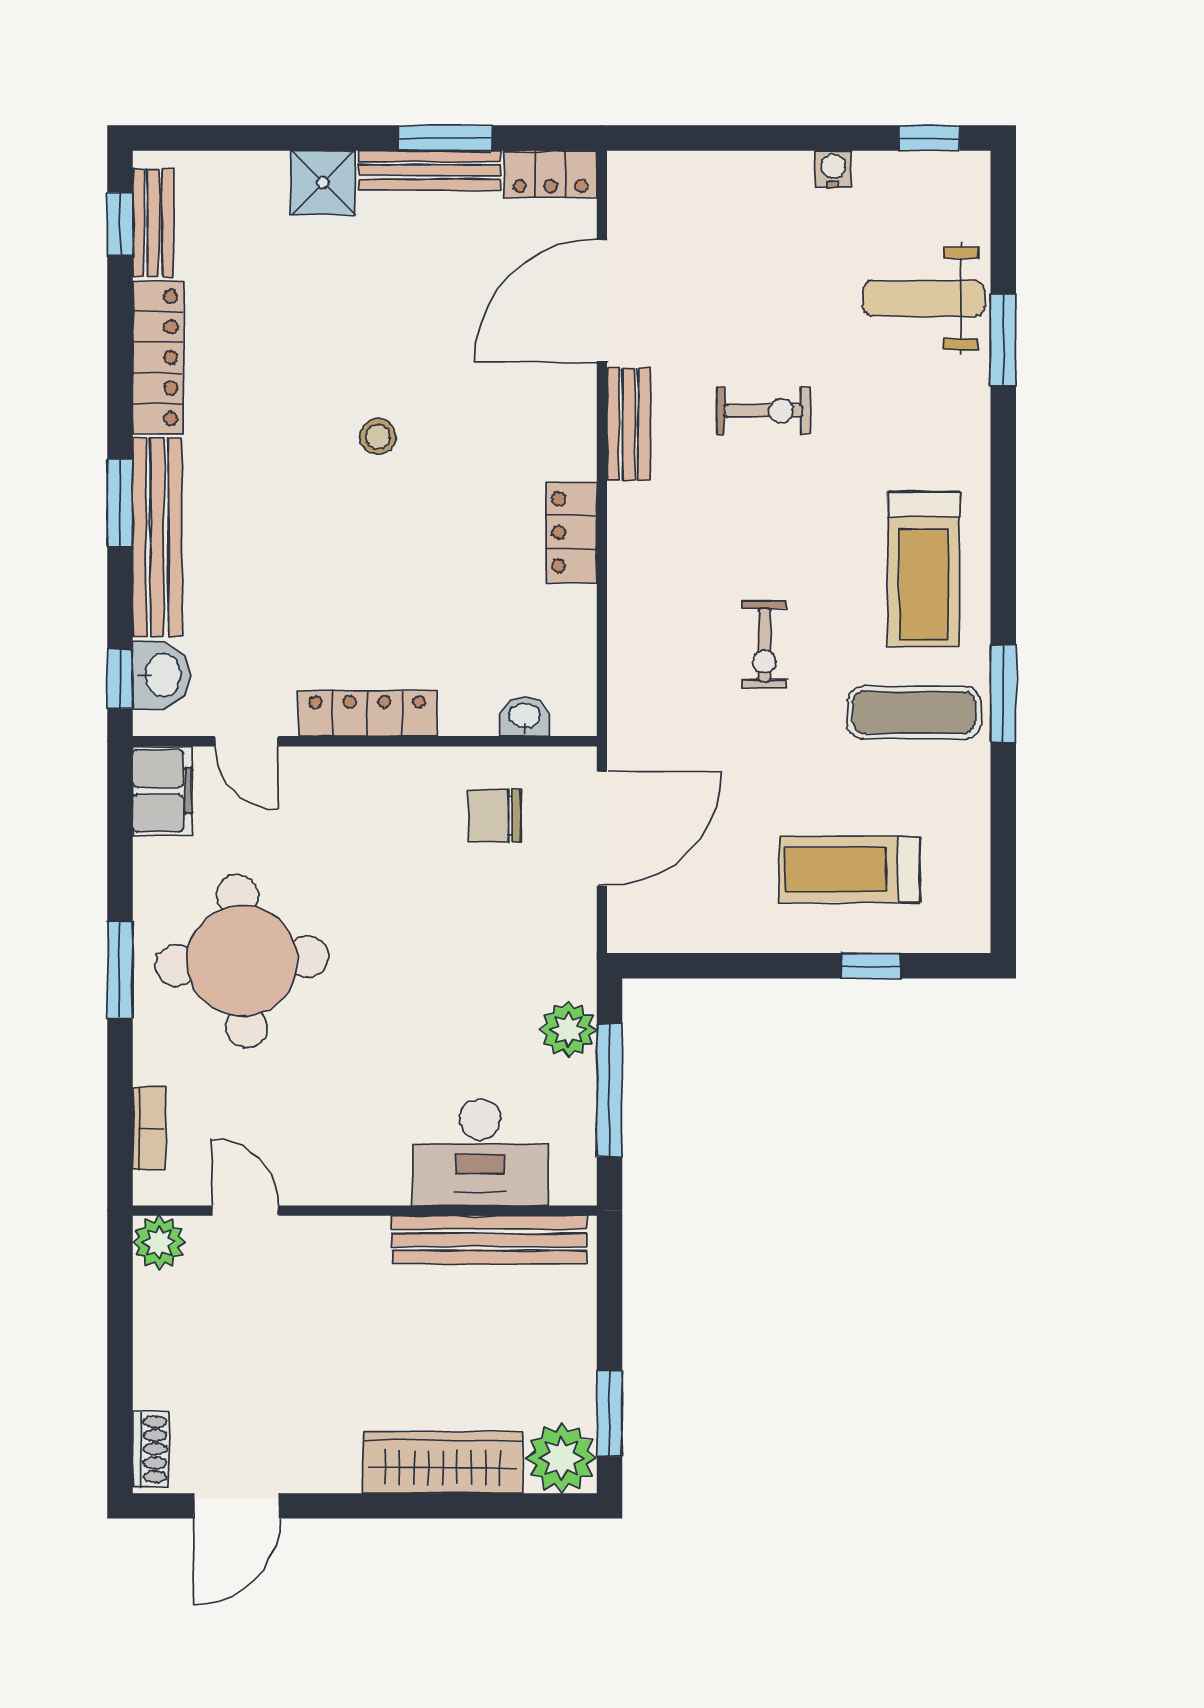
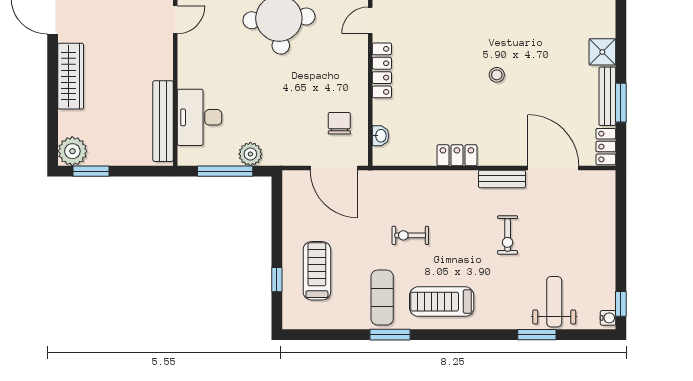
water cooler: (833, 169) -> (608, 318), moved
wardrobe: (443, 1462) -> (71, 76), moved

